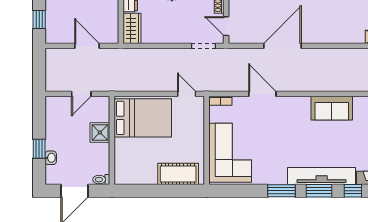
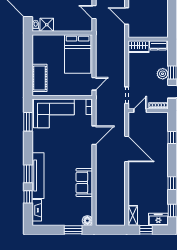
door: (87, 46) -> (127, 16), swing flipped
shower: (100, 133) -> (47, 25), moved
window: (282, 191) -> (28, 122), moved

